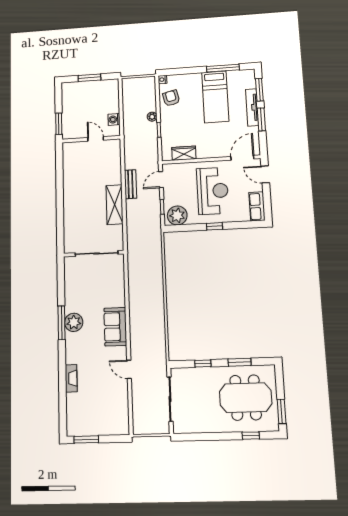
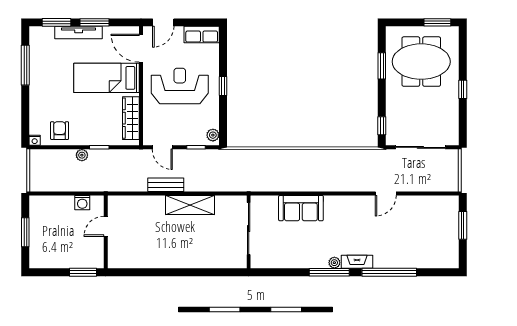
bed: (215, 97) -> (106, 78), moved, turned 180
armchair: (171, 98) -> (60, 131), turned 103
wardrobe: (184, 153) -> (131, 118), width x1.50
plant: (177, 215) -> (213, 135), width x0.53, depth x0.53
plant: (74, 322) -> (334, 263), width x0.53, depth x0.53
sofa: (115, 327) -> (301, 208), moved
window: (203, 363) -> (382, 126), moved
window: (62, 375) -> (389, 272), added
fireplace: (71, 378) -> (357, 262), moved
meeting table: (246, 398) -> (421, 62), turned 90
window: (251, 436) -> (463, 89), moved
window: (86, 439) -> (463, 225), moved

